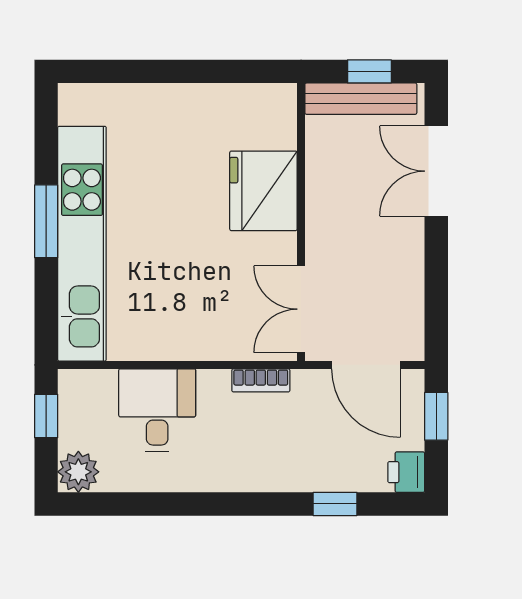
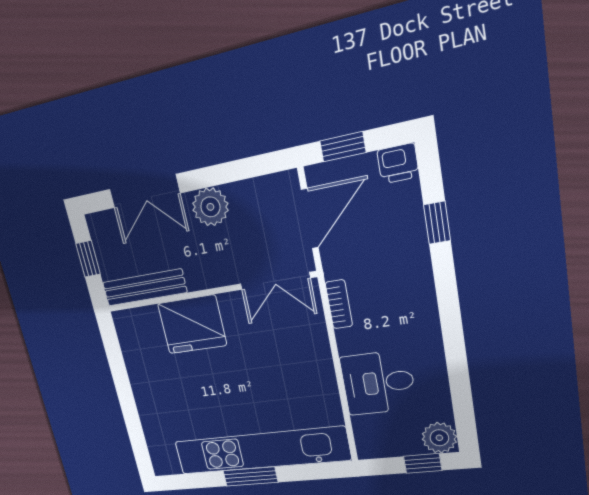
bench: (361, 99) -> (144, 287), moved, turned 90
plant: (402, 249) -> (210, 207), added
window: (46, 416) -> (423, 463), moved

